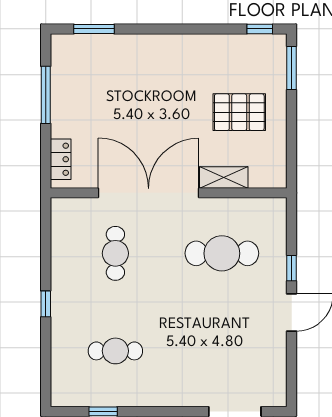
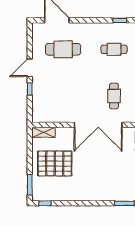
pallet: (239, 112) -> (55, 163), width x1.37, depth x1.41
shelving: (224, 177) -> (43, 132), moved
cafe table: (222, 253) -> (63, 49), moved

